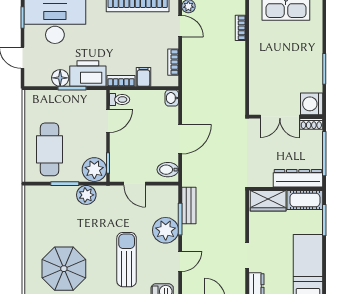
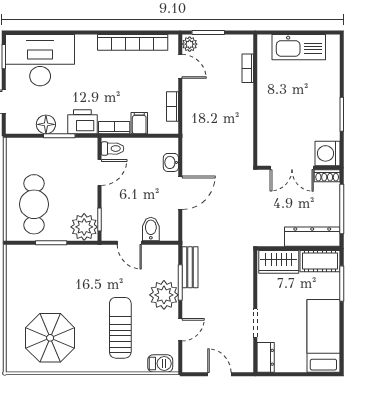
printer: (88, 74) -> (82, 122), width x0.73, depth x0.84
washbasin: (172, 98) -> (171, 162), moved
bidet: (168, 170) -> (151, 229), moved, turned 90
plant: (86, 195) -> (75, 255), removed

